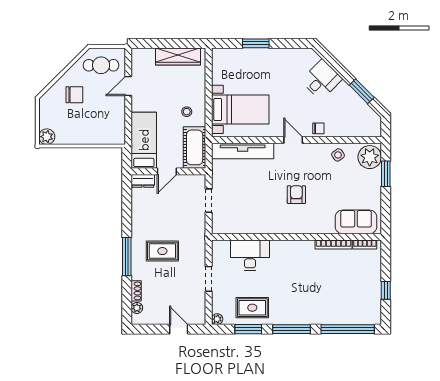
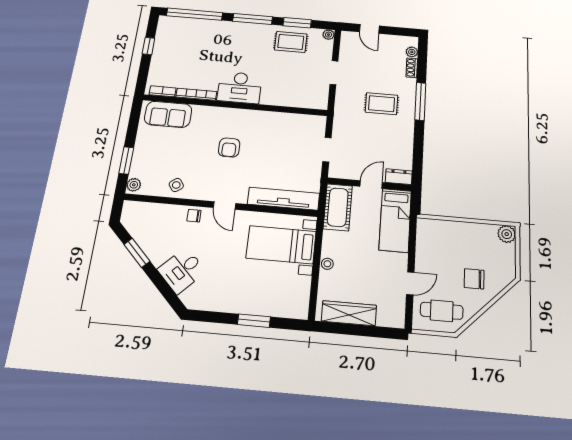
stool: (187, 112) -> (327, 264), moved
plant: (370, 157) -> (134, 185), width x0.53, depth x0.53
desk: (250, 255) -> (240, 88), moved

